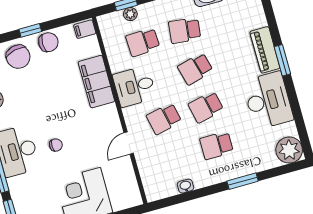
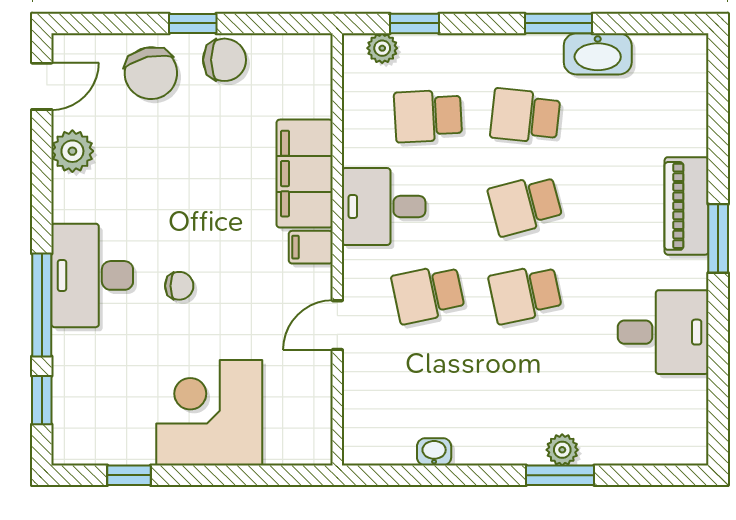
plant: (130, 14) -> (382, 48), moved
filing cabinet: (85, 29) -> (311, 247), moved
desk: (268, 100) -> (663, 332), width x0.73
school desk: (217, 145) -> (525, 383), removed
plant: (289, 150) -> (562, 450), moved, width x0.53, depth x0.53

